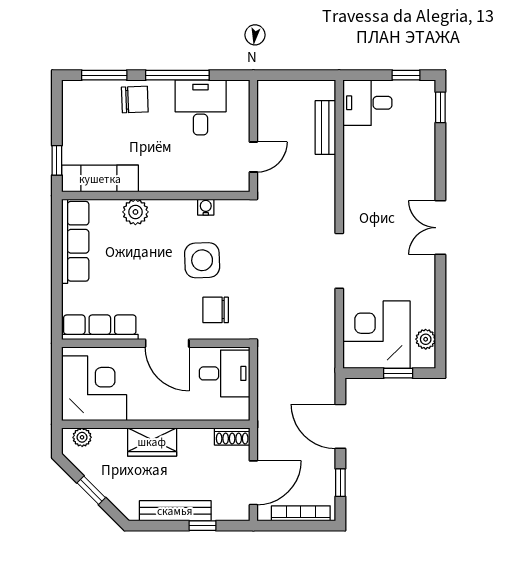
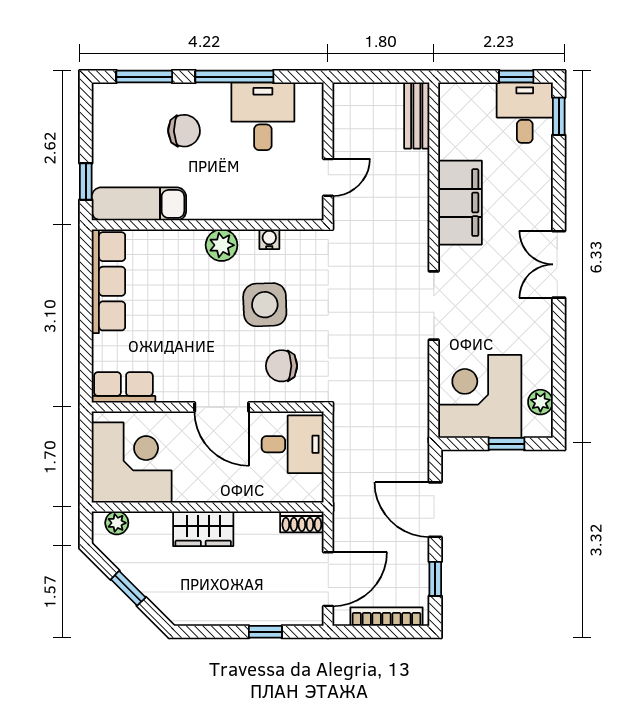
chair: (135, 100) -> (184, 131), moved
desk: (367, 103) -> (525, 113), moved, turned 90
bench: (325, 127) -> (417, 115), moved
filing cabinet: (360, 177) -> (460, 203), added
plant: (135, 212) -> (222, 245), moved
row of seats: (100, 327) -> (123, 387), width x0.68
bench: (175, 511) -> (232, 614), removed

